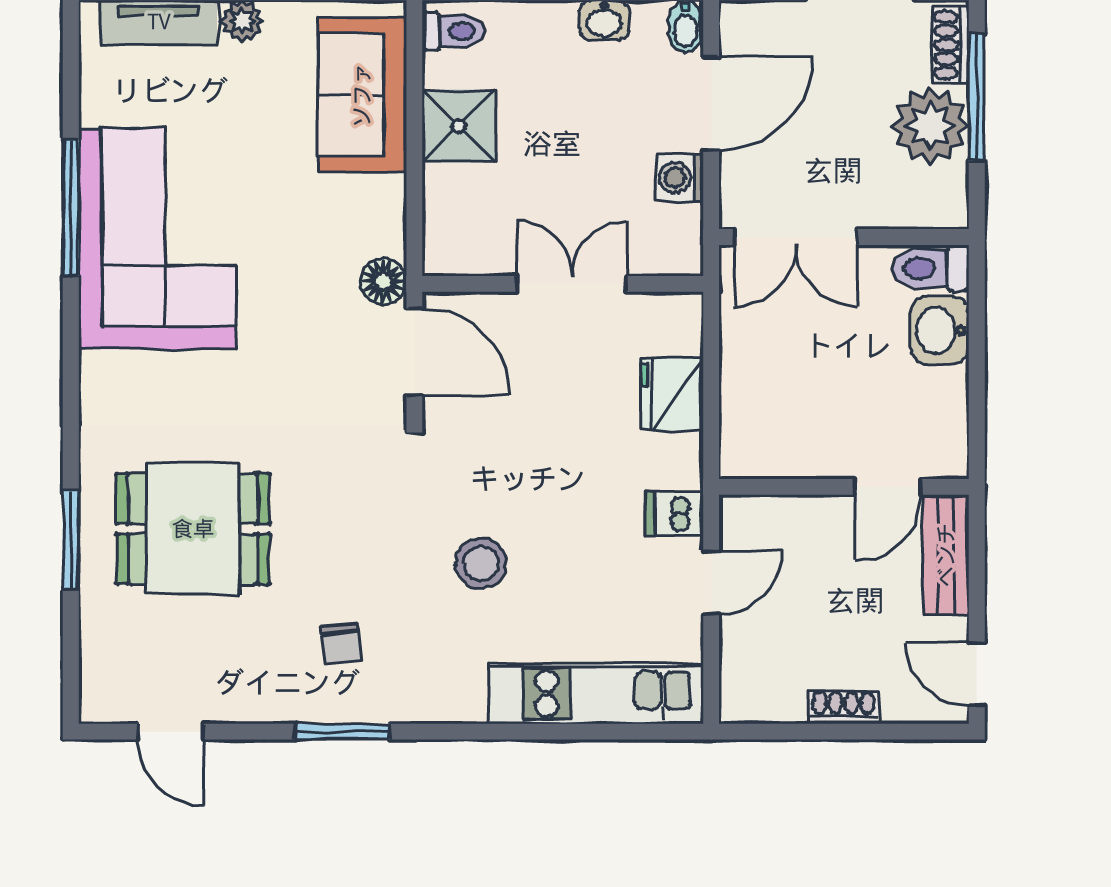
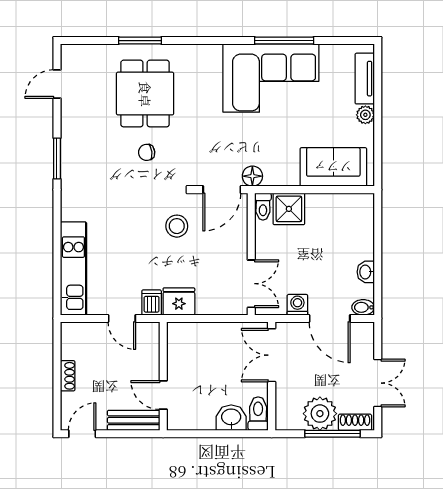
toilet: (453, 31) -> (263, 207), moved
shower: (459, 126) -> (289, 209), moved
double door: (572, 284) -> (251, 284), moved
fridge: (672, 394) -> (179, 301), moved
stool: (481, 563) -> (177, 226), moved
chair: (341, 644) -> (147, 152), moved

